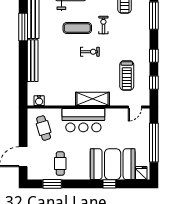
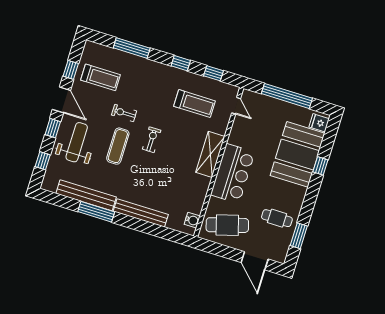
cafe table: (44, 128) -> (227, 225), width x1.37, depth x1.35

